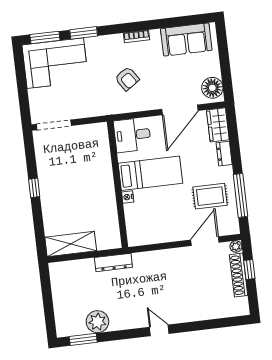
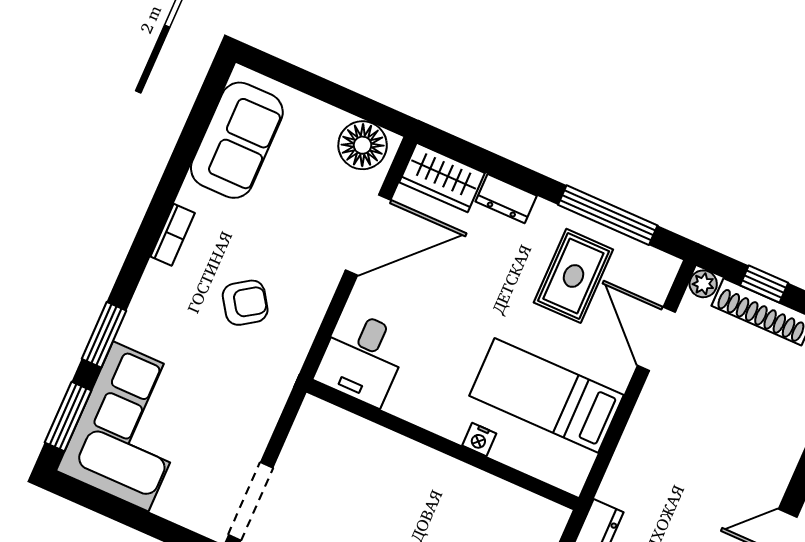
door: (180, 110) -> (368, 235), hinge flipped
bed: (150, 173) -> (546, 395), moved, turned -90

